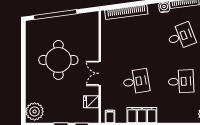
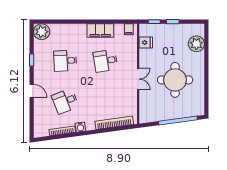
double door: (100, 73) -> (138, 79), moved
plant: (35, 111) -> (196, 44), moved

